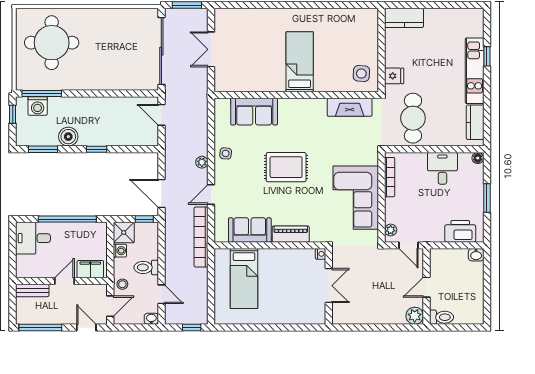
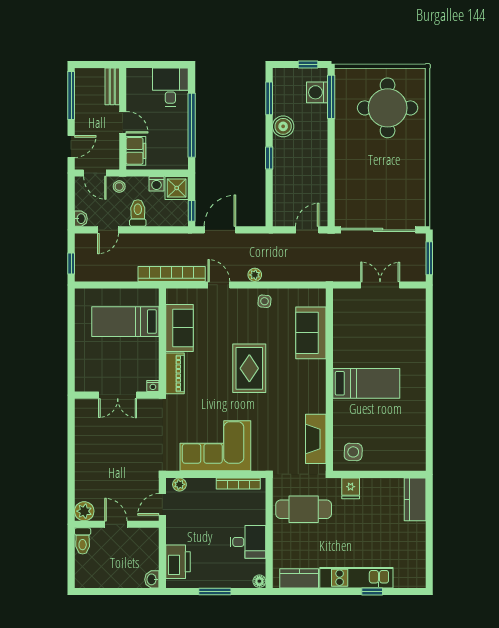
nightstand: (321, 254) -> (153, 386), moved
double door: (329, 286) -> (118, 395), moved
wall: (329, 286) -> (117, 395), moved

